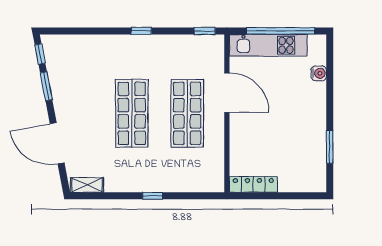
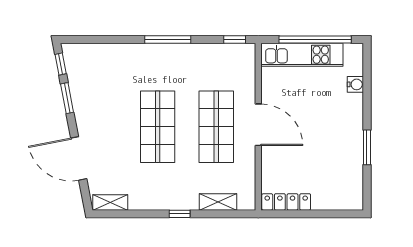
window: (141, 31) -> (168, 40), width x2.17
door: (227, 93) -> (258, 125), moved
window: (330, 147) -> (367, 147), moved
shelving: (189, 184) -> (218, 202), added

